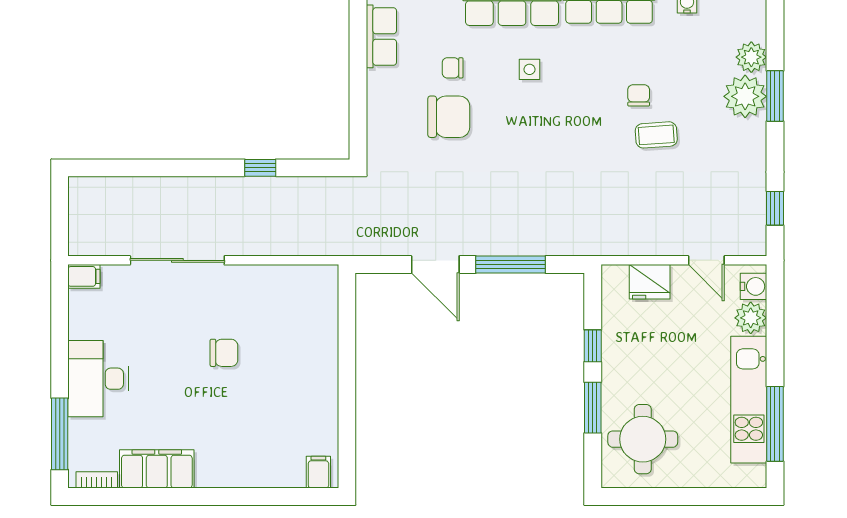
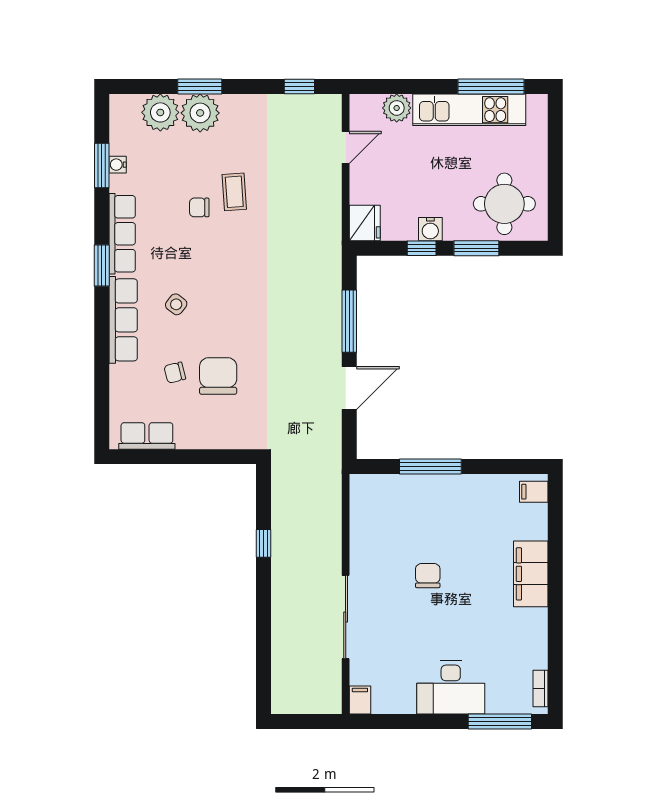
plant: (751, 57) -> (160, 112), width x1.36, depth x1.36
chair: (453, 68) -> (175, 373), turned 76
side table: (529, 69) -> (176, 304), turned 38
fridge: (650, 282) -> (365, 223), moved
water cooler: (754, 286) -> (430, 229), moved, turned 180
window: (347, 356) -> (430, 466), added
filing cabinet: (157, 469) -> (531, 574), moved

